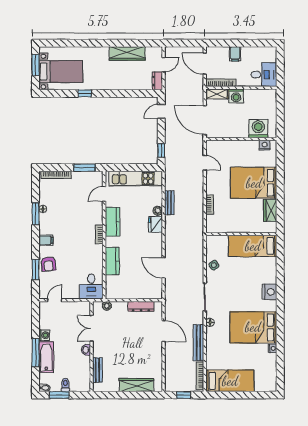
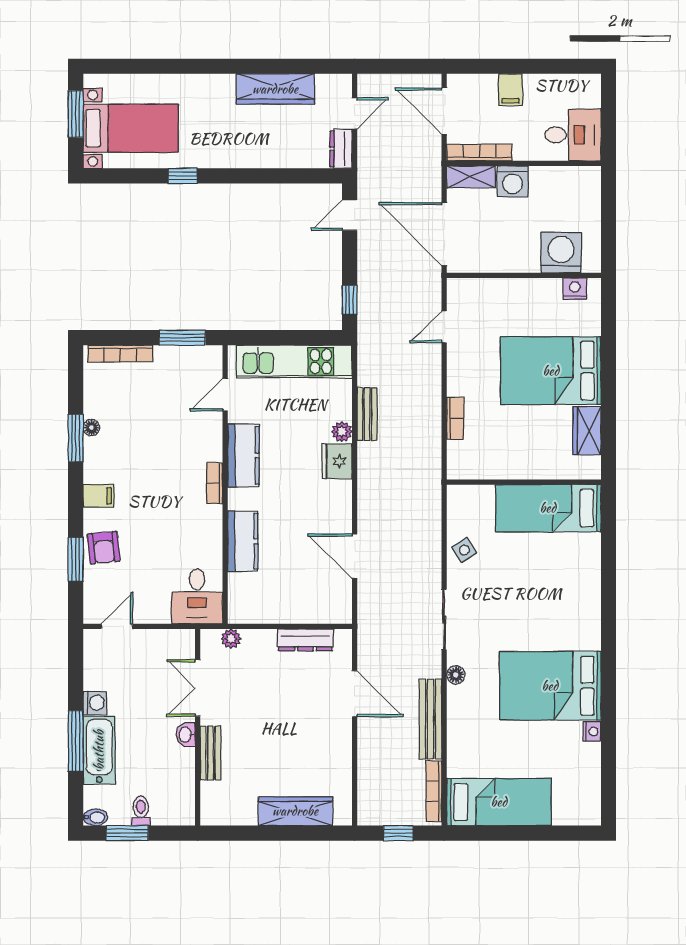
door: (205, 163) -> (444, 327), swing flipped
nightstand: (270, 292) -> (586, 608), removed
bench: (97, 370) -> (211, 753), moved

